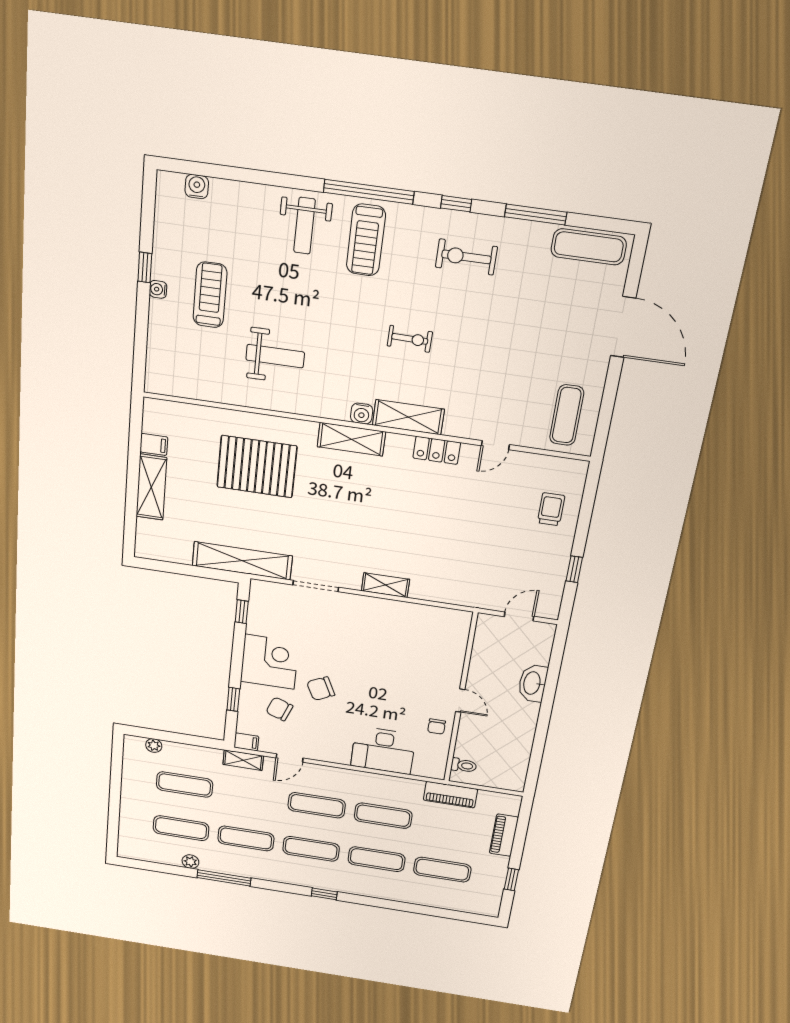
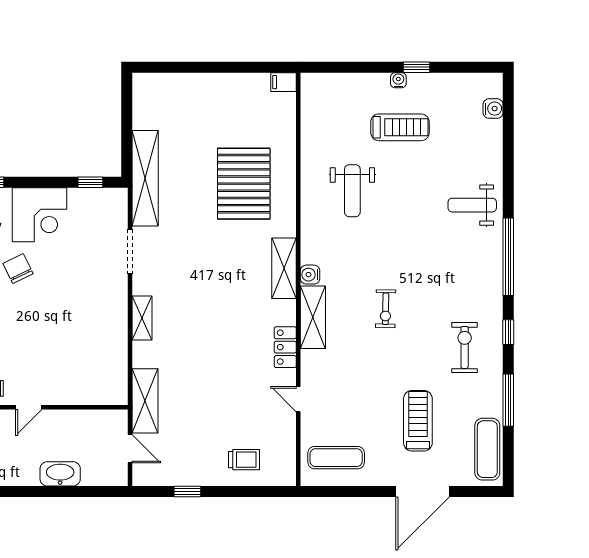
treadmill: (366, 240) -> (418, 421), moved, turned 90
filing cabinet: (154, 444) -> (283, 82), moved, turned 90
shelving: (151, 487) -> (145, 401), moved, turned 90

